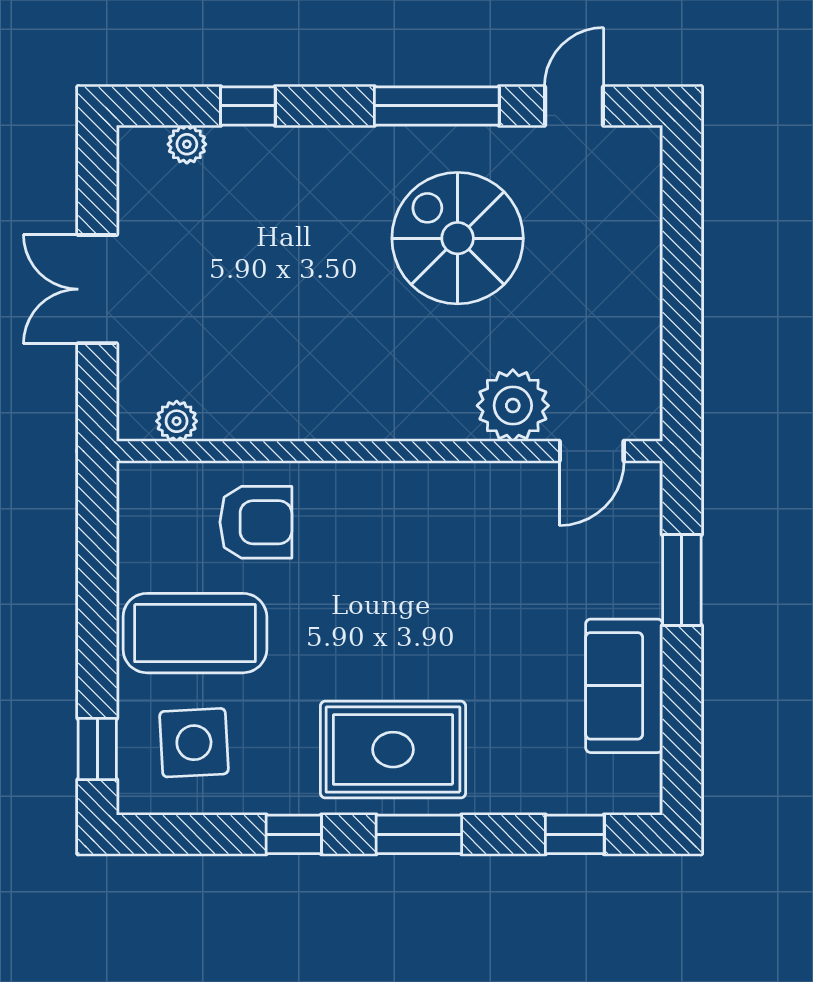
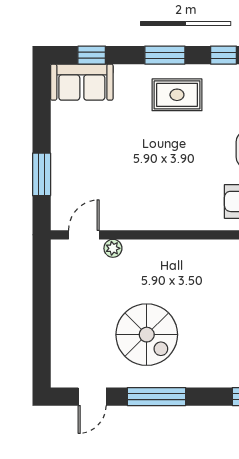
plant: (513, 406) -> (113, 248), width x0.53, depth x0.53
sofa: (624, 686) -> (82, 82), moved, turned 90
rug: (393, 750) -> (177, 95), width x0.73, depth x0.70

